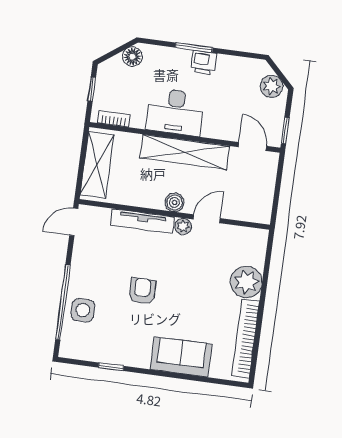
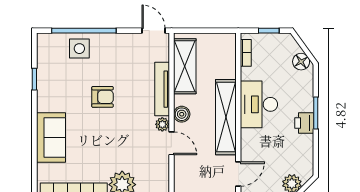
shelving: (97, 165) -> (185, 66), moved, turned 90

